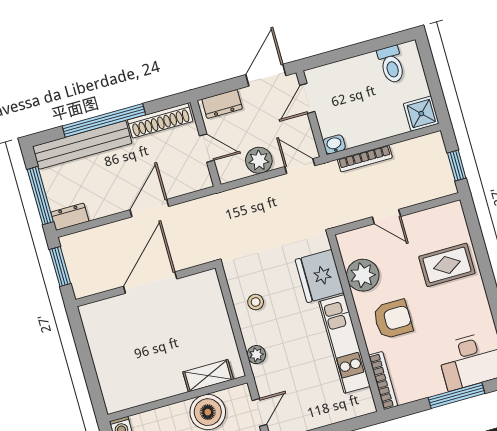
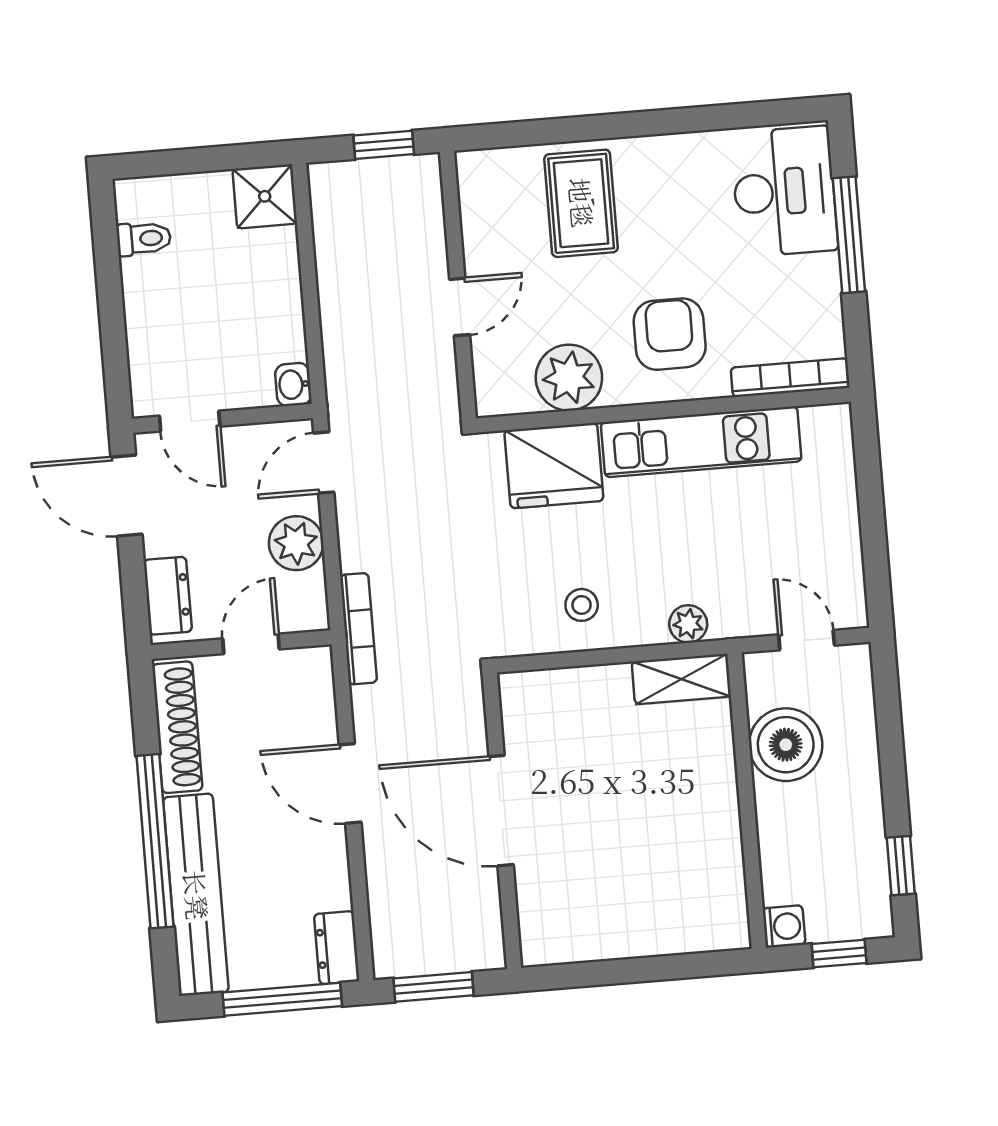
toilet: (391, 65) -> (144, 239), width x0.73, depth x0.72
bookcase: (365, 159) -> (358, 629), moved
shelving: (208, 376) -> (681, 679), moved, turned 90

